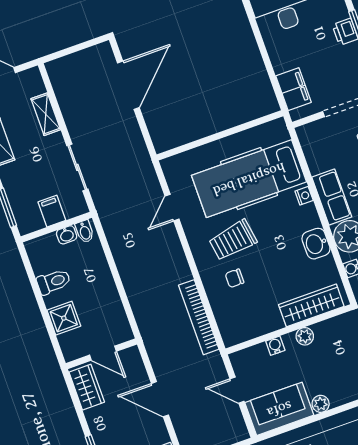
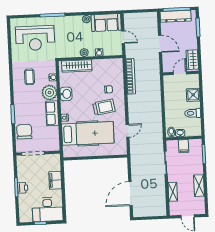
filing cabinet: (293, 89) -> (55, 180), moved
door: (103, 353) -> (180, 73), hinge flipped

